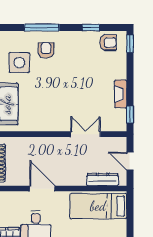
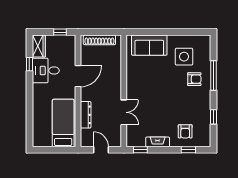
armchair: (108, 43) -> (185, 131), moved
window: (130, 44) -> (188, 150), moved
door: (130, 161) -> (101, 150), hinge flipped
dresser: (103, 180) -> (86, 115), moved

